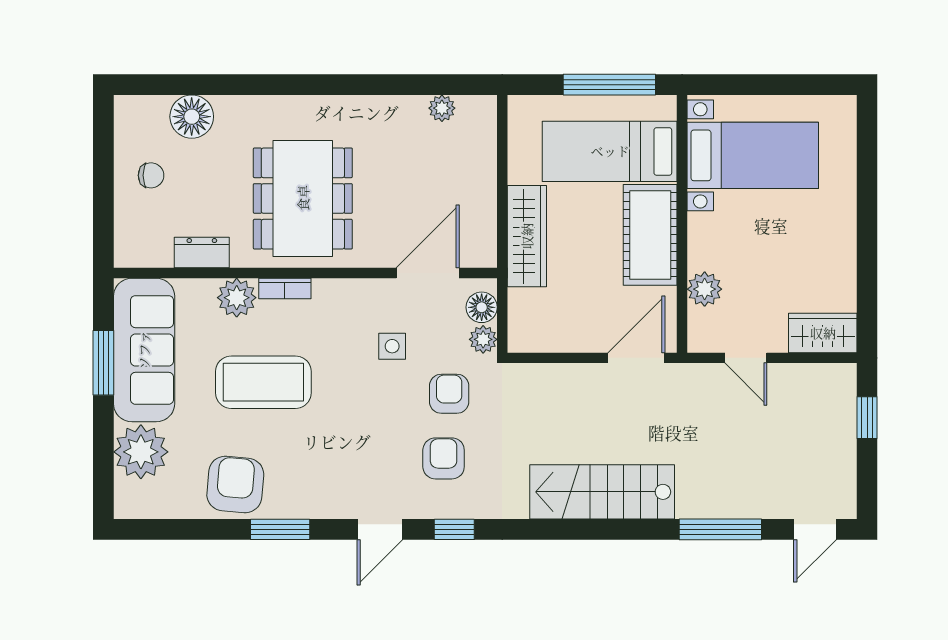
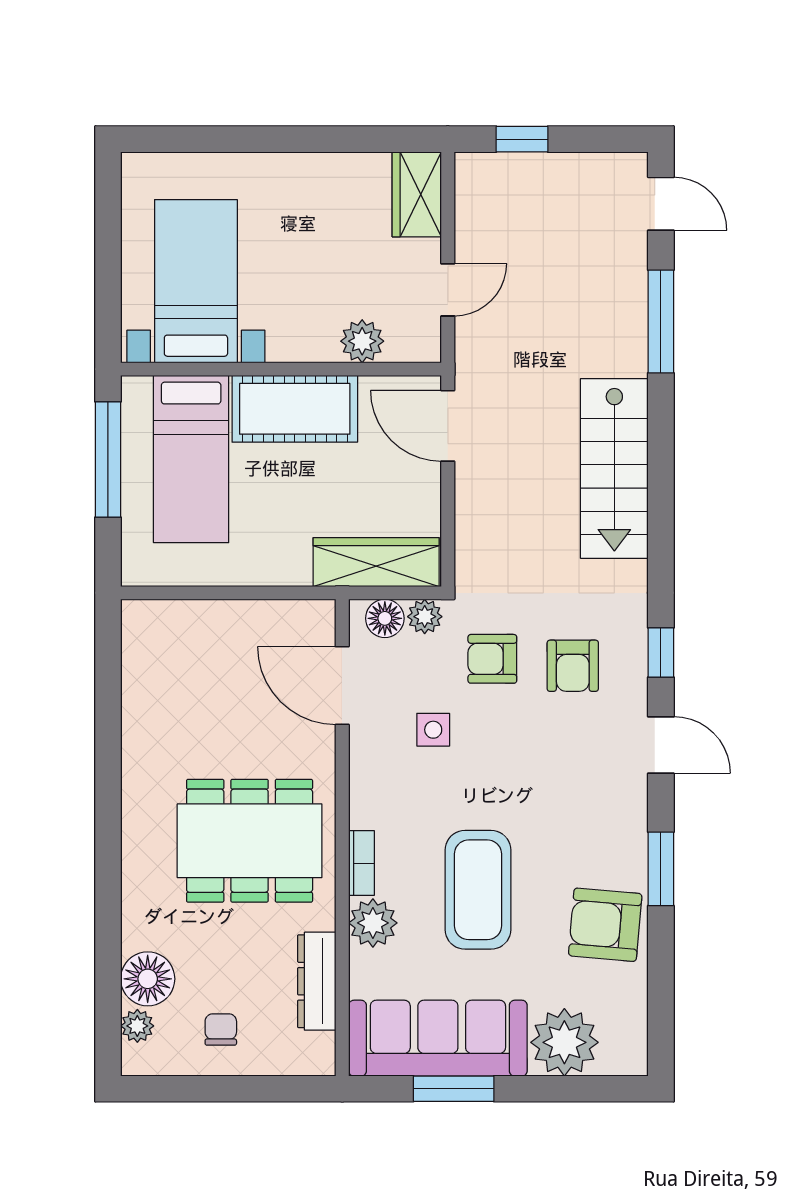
plant: (442, 108) -> (137, 1026), moved
wardrobe: (527, 236) -> (376, 562), moved
dresser: (202, 253) -> (317, 981), width x1.44
armchair: (444, 458) -> (573, 666), turned -90

